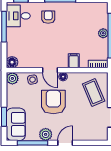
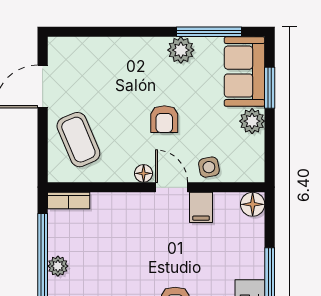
filing cabinet: (74, 61) -> (201, 207), moved
plant: (12, 78) -> (252, 121), moved
armchair: (53, 102) -> (164, 119), width x0.53, depth x0.53
door: (65, 143) -> (139, 32), removed

